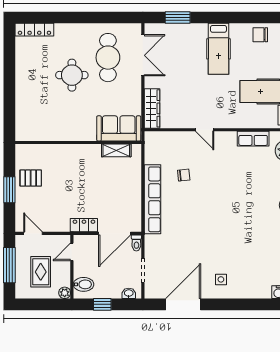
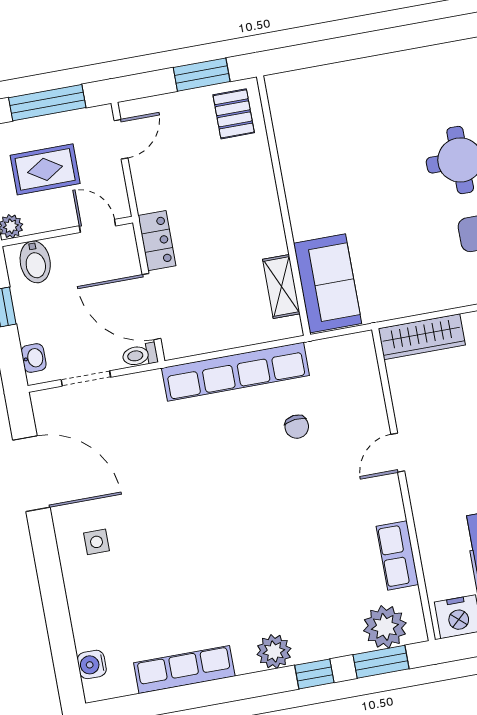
sofa: (119, 128) -> (328, 283), moved
wall: (78, 142) -> (284, 206), moved
shelving: (116, 150) -> (281, 287), moved

